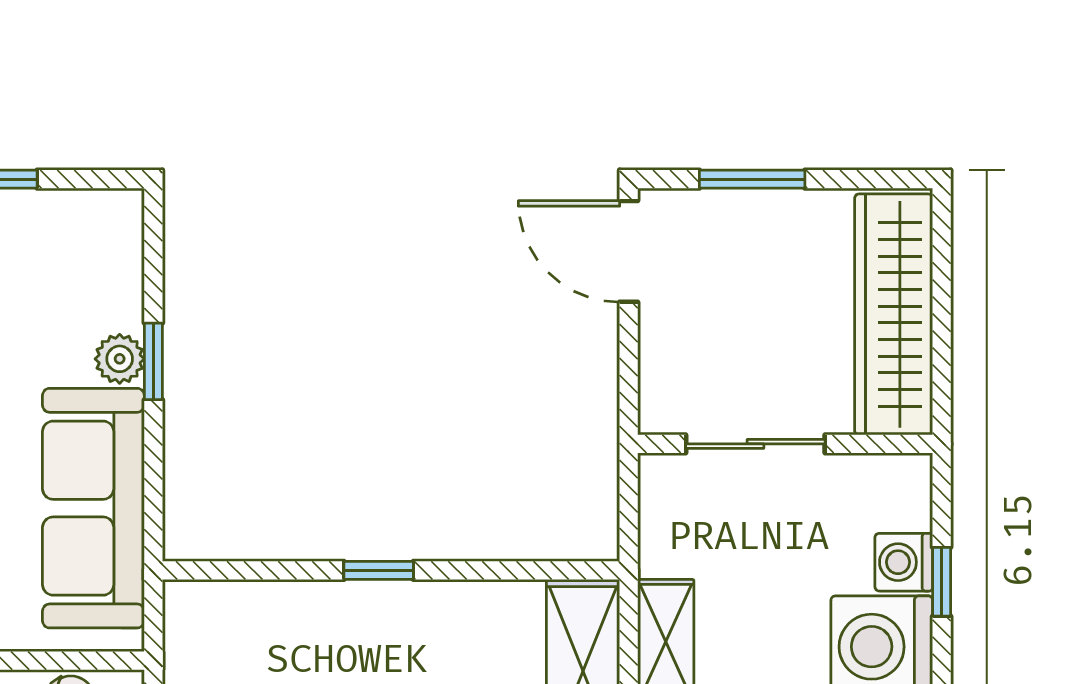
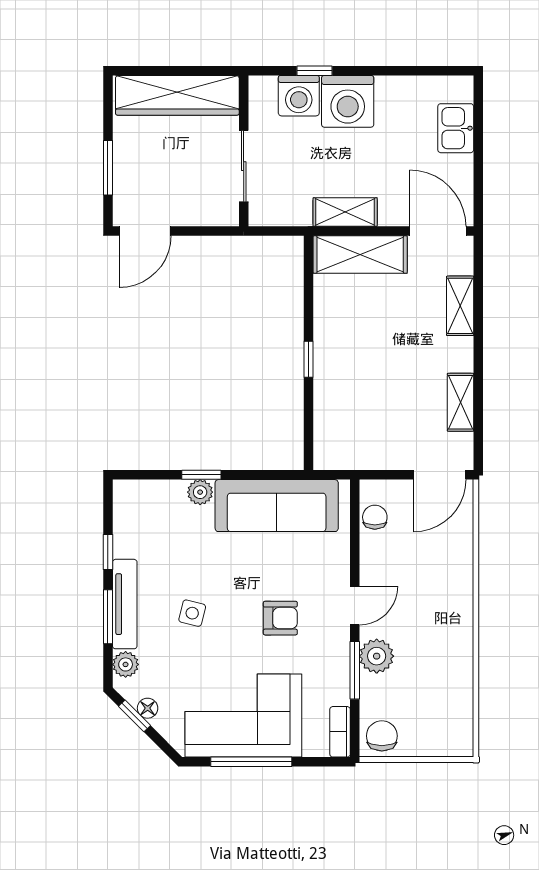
washing machine: (904, 562) -> (299, 96), width x1.38, depth x1.38

